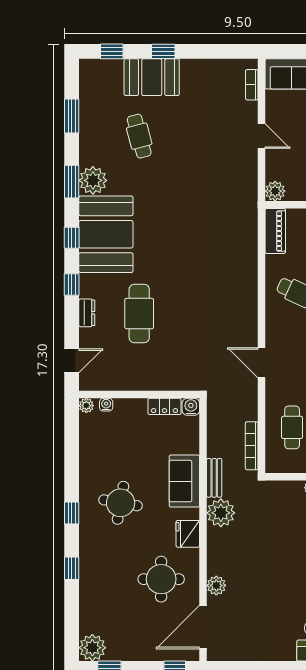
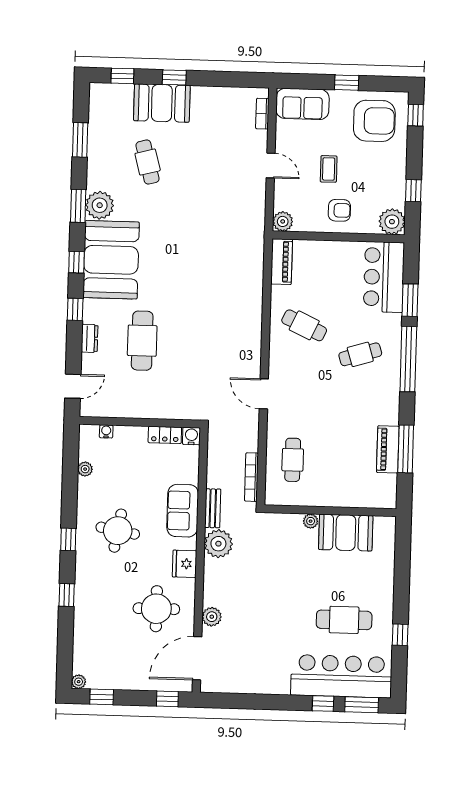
plant: (86, 406) -> (85, 469), moved
plant: (92, 648) -> (79, 682), width x0.53, depth x0.53

